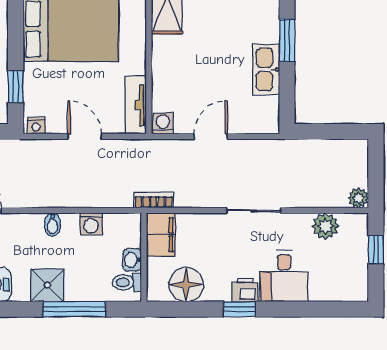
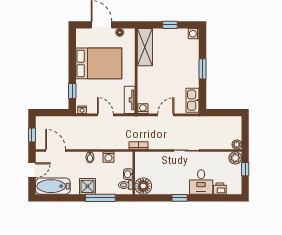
kitchen sink: (266, 69) -> (193, 100), moved
plant: (325, 226) -> (235, 158), moved
filing cabinet: (161, 235) -> (142, 162), removed
floor lamp: (186, 285) -> (143, 186), moved
printer: (245, 290) -> (220, 189), moved

